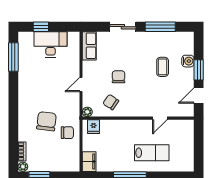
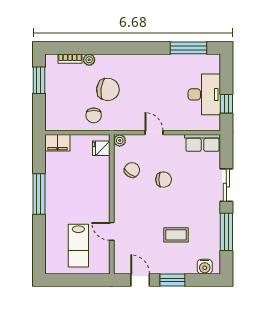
window: (41, 27) -> (226, 104), moved
water cooler: (188, 61) -> (205, 267), moved
lab bench: (152, 153) -> (78, 246), moved
plant: (23, 167) -> (89, 60), moved

